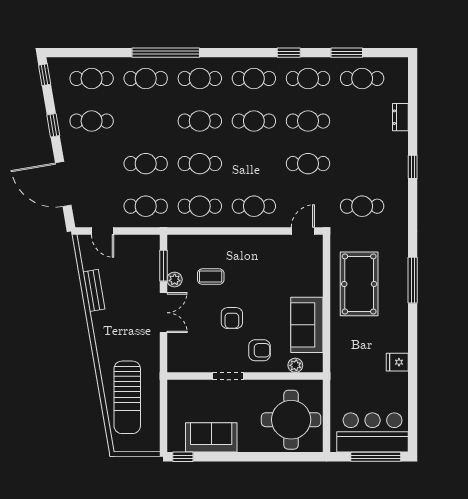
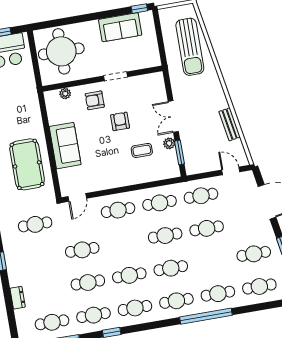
sofa: (307, 325) -> (65, 146), moved
sun lounger: (127, 397) -> (190, 47), turned 180

